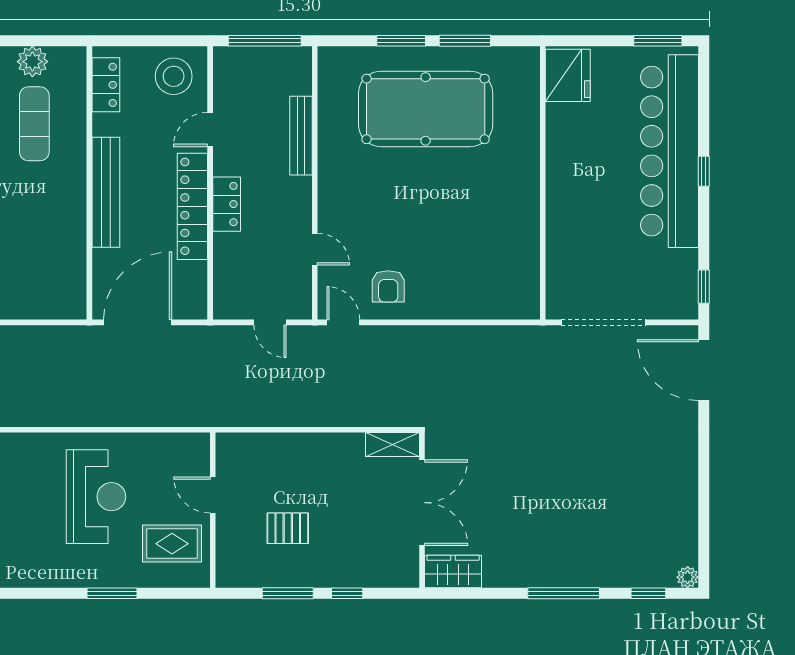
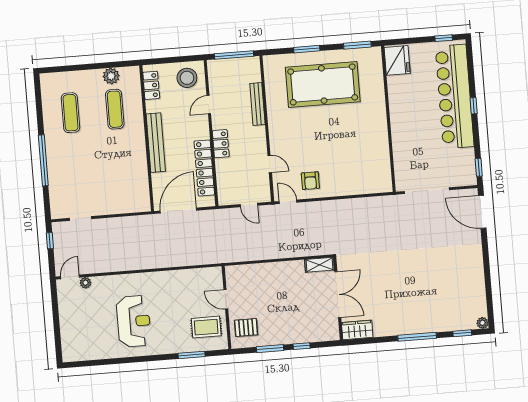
window: (465, 41) -> (357, 45), moved
window: (658, 41) -> (444, 38), width x0.67
locker: (192, 206) -> (204, 168), moved
reception desk: (96, 497) -> (134, 321), moved
pallet: (288, 528) -> (246, 327), moved
window: (112, 593) -> (192, 355), moved

